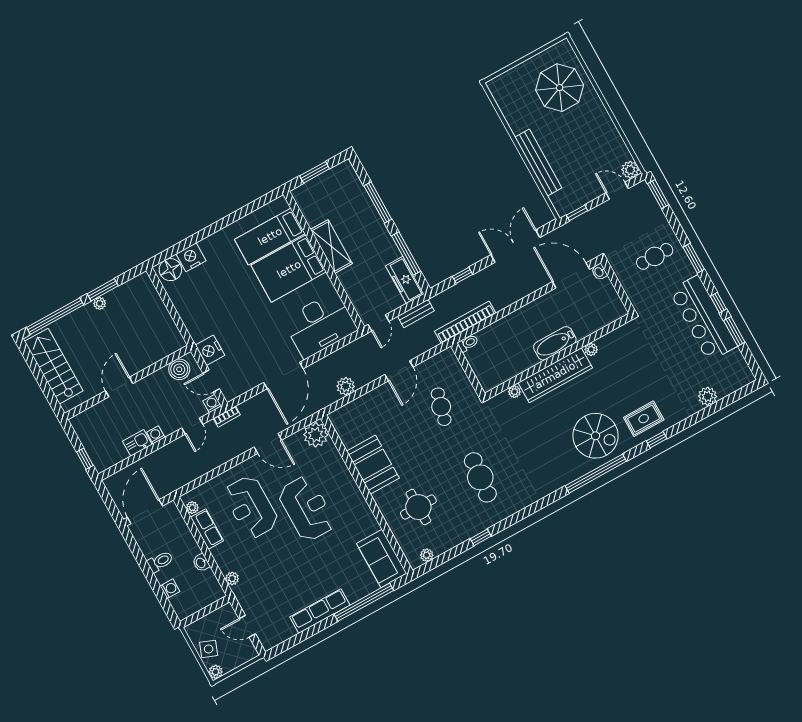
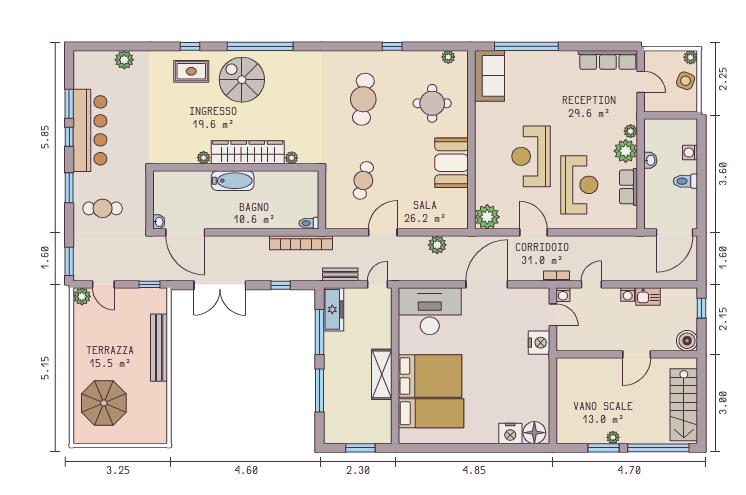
boiler: (179, 369) -> (687, 341), moved
plant: (192, 508) -> (626, 151), moved, width x1.88, depth x1.88
row of seats: (320, 611) -> (608, 60), moved

